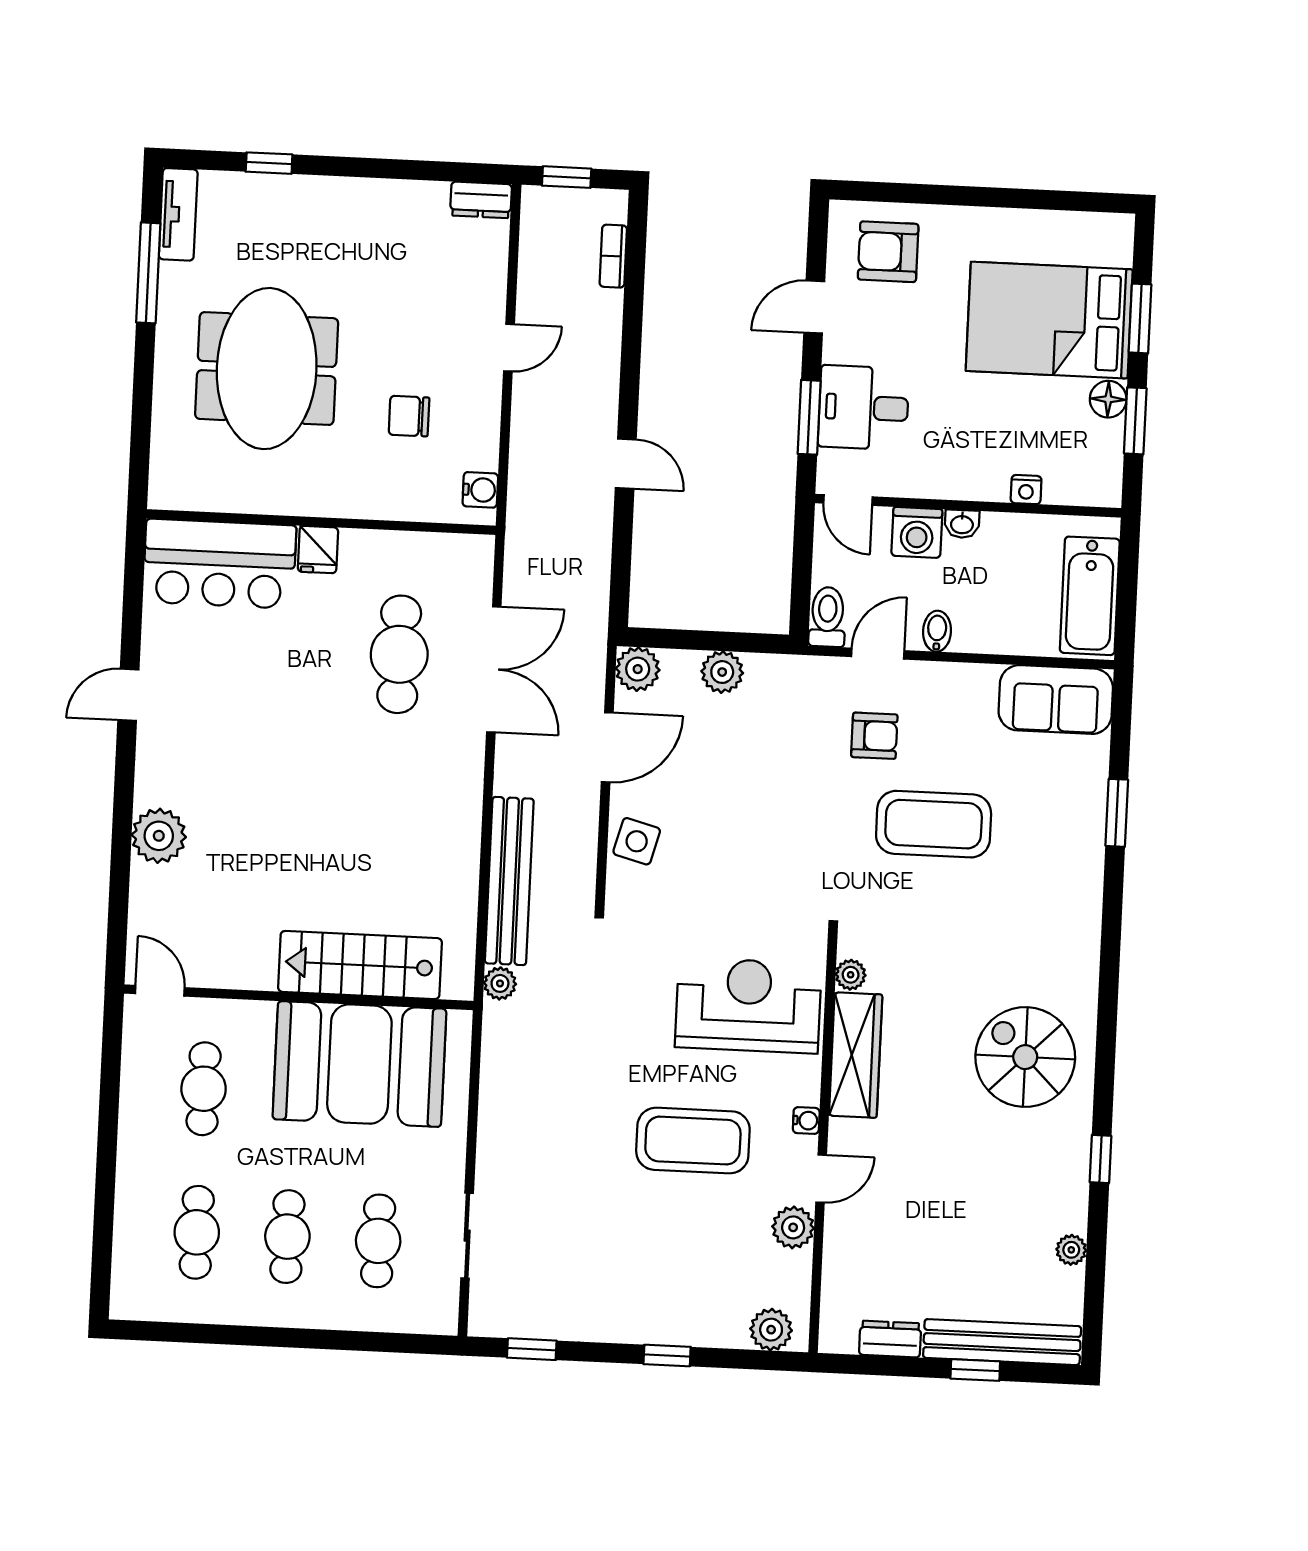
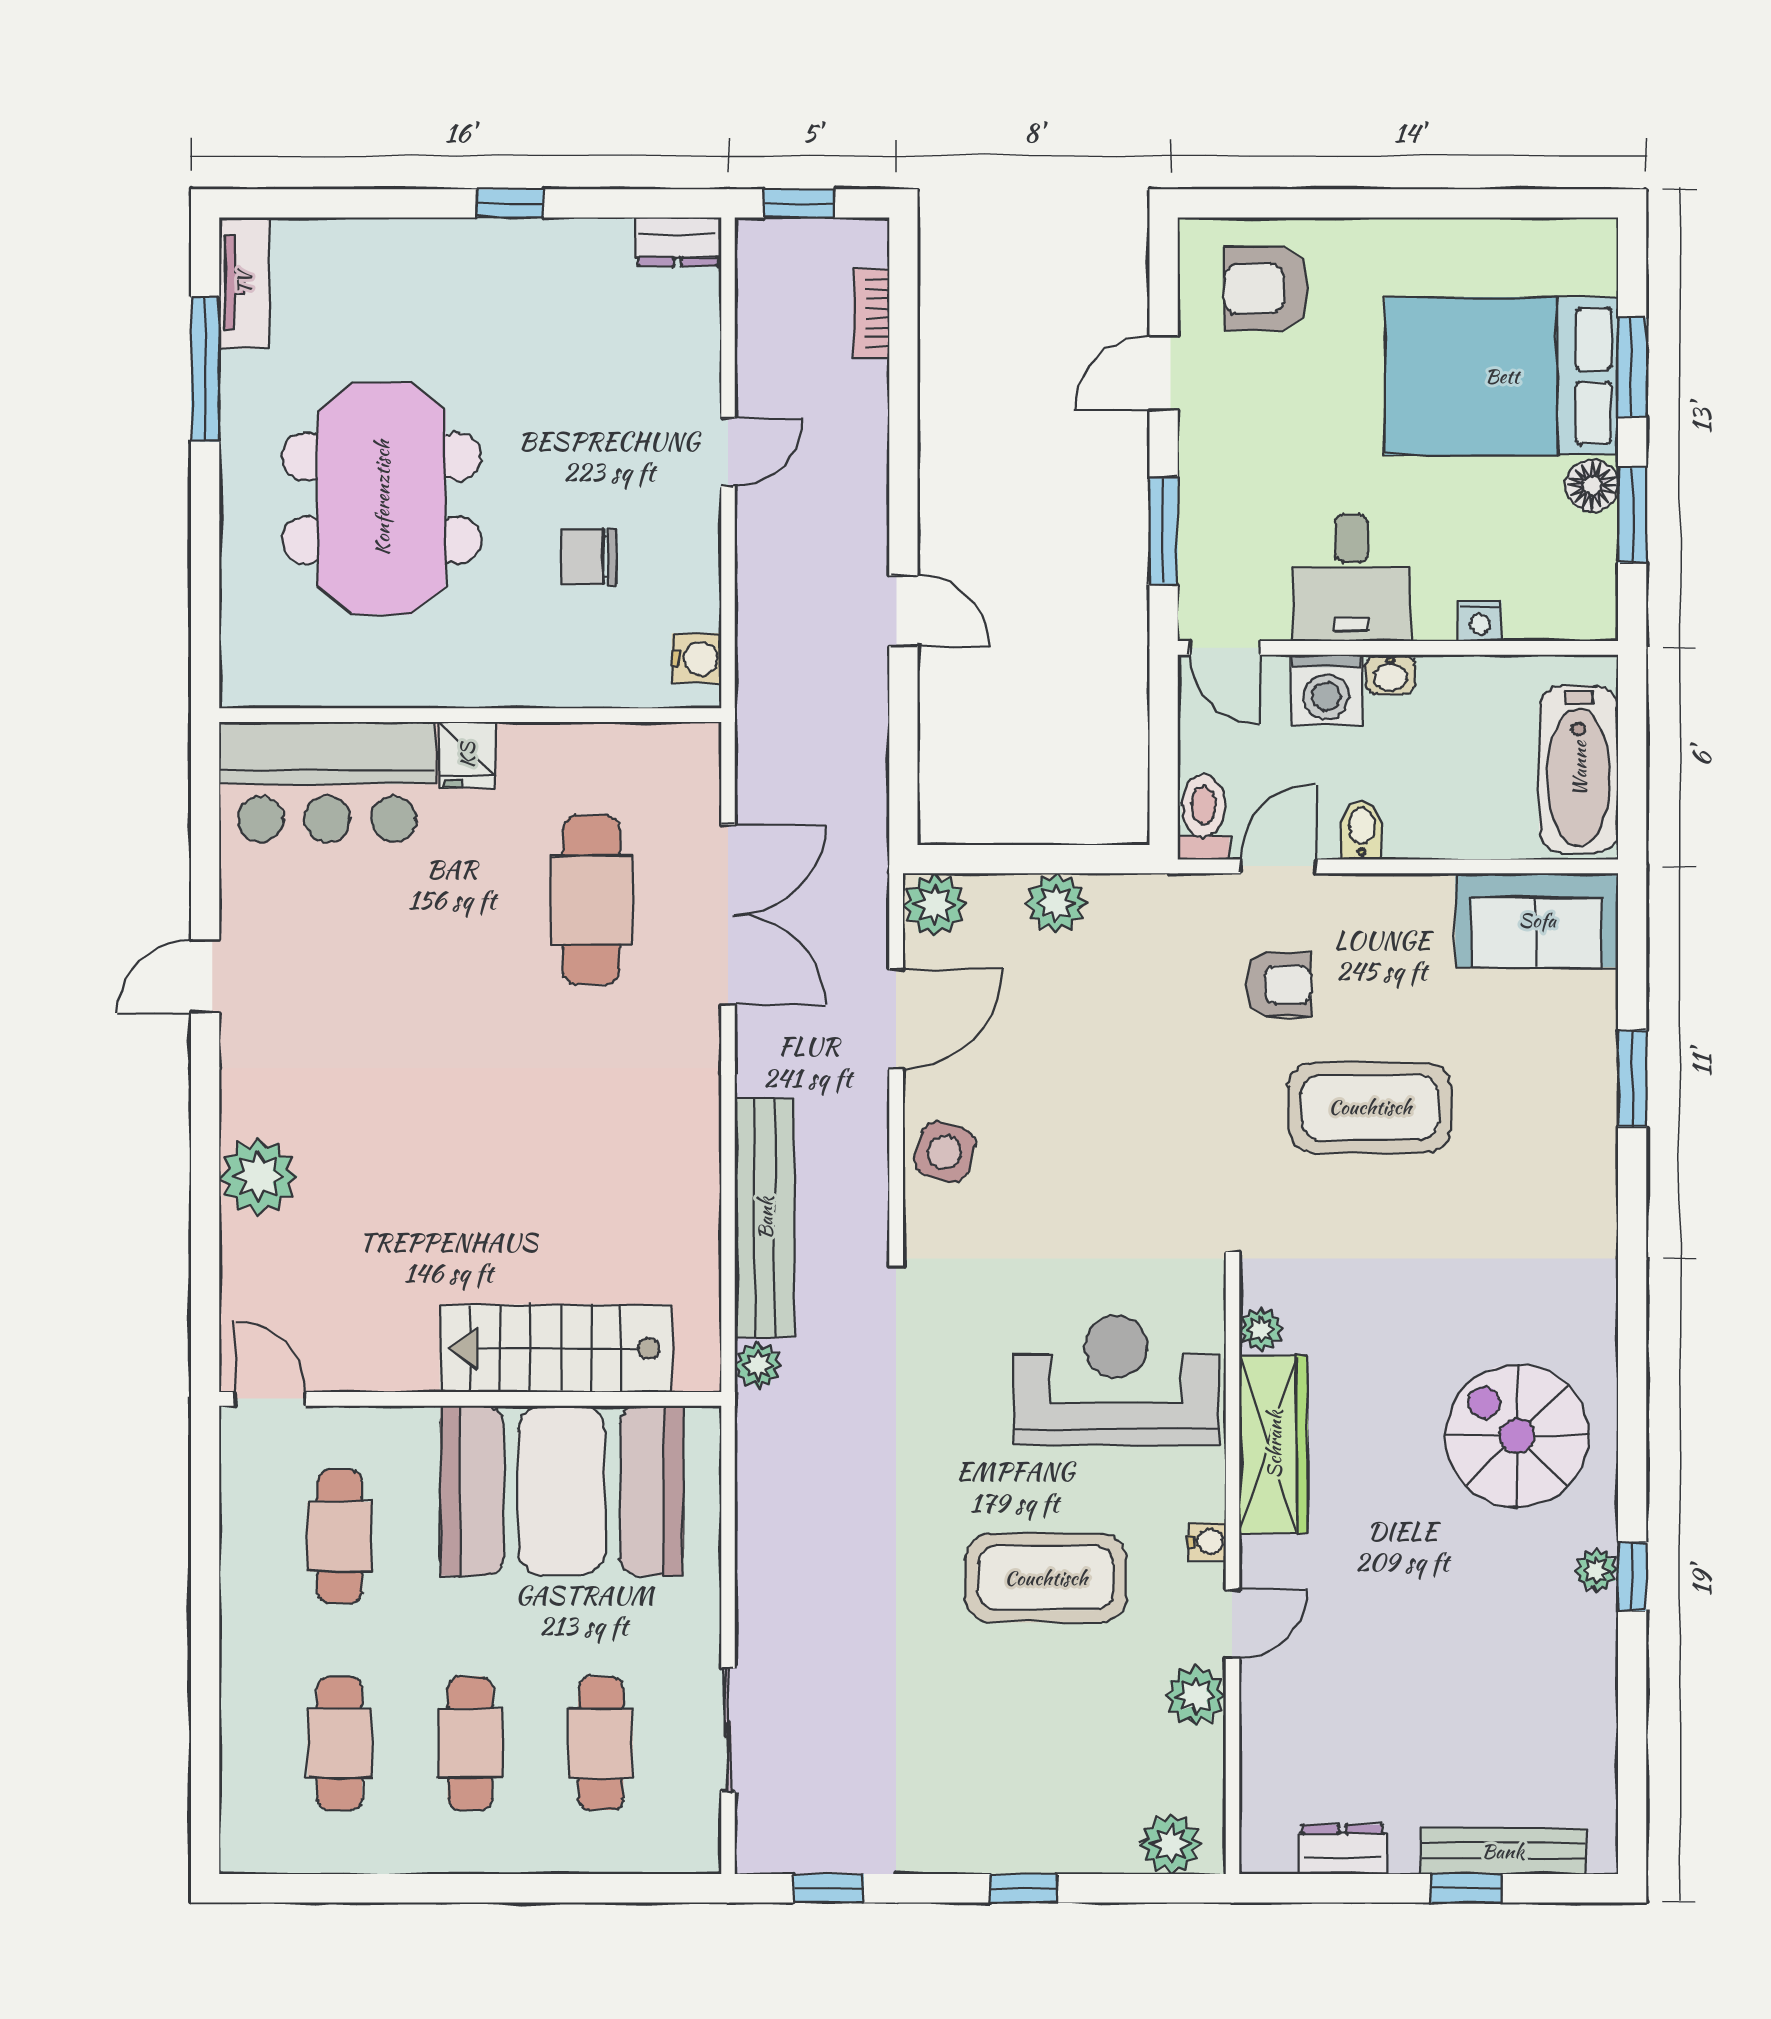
window: (269, 163) -> (510, 203), moved
desk: (864, 408) -> (1351, 577), moved, turned -90
plant: (1071, 1250) -> (1596, 1570), moved
bench: (1002, 1342) -> (1503, 1851), width x0.73, depth x0.82

